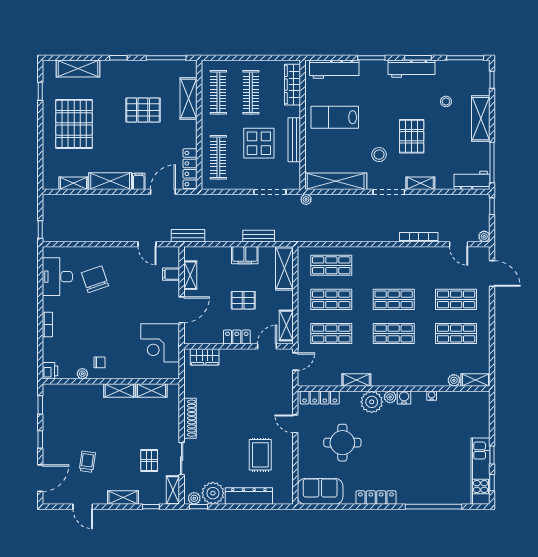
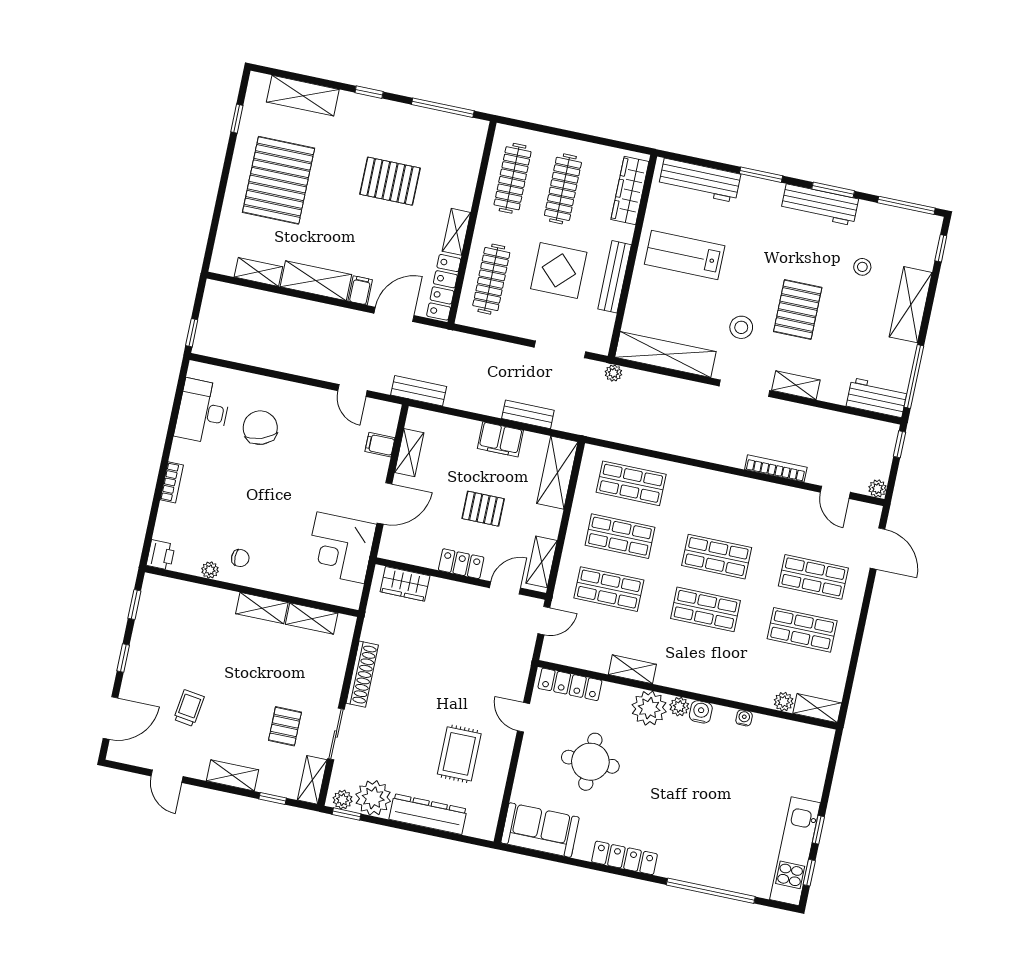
shelving: (189, 98) -> (456, 232), moved, width x0.67, depth x0.75

